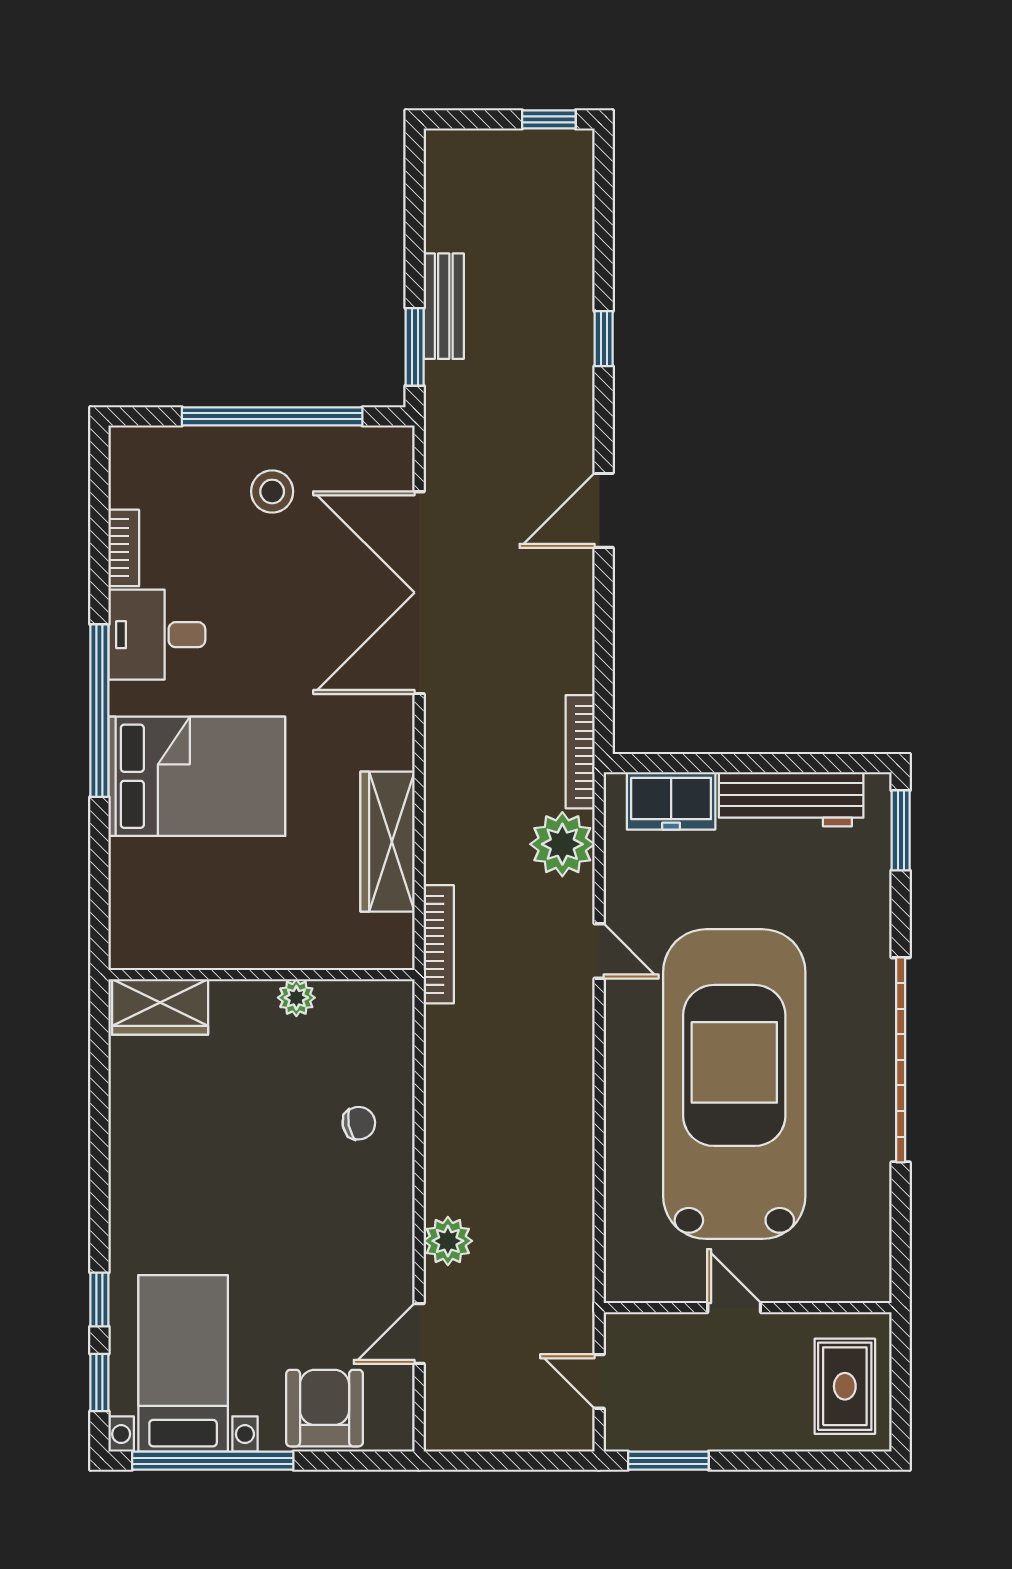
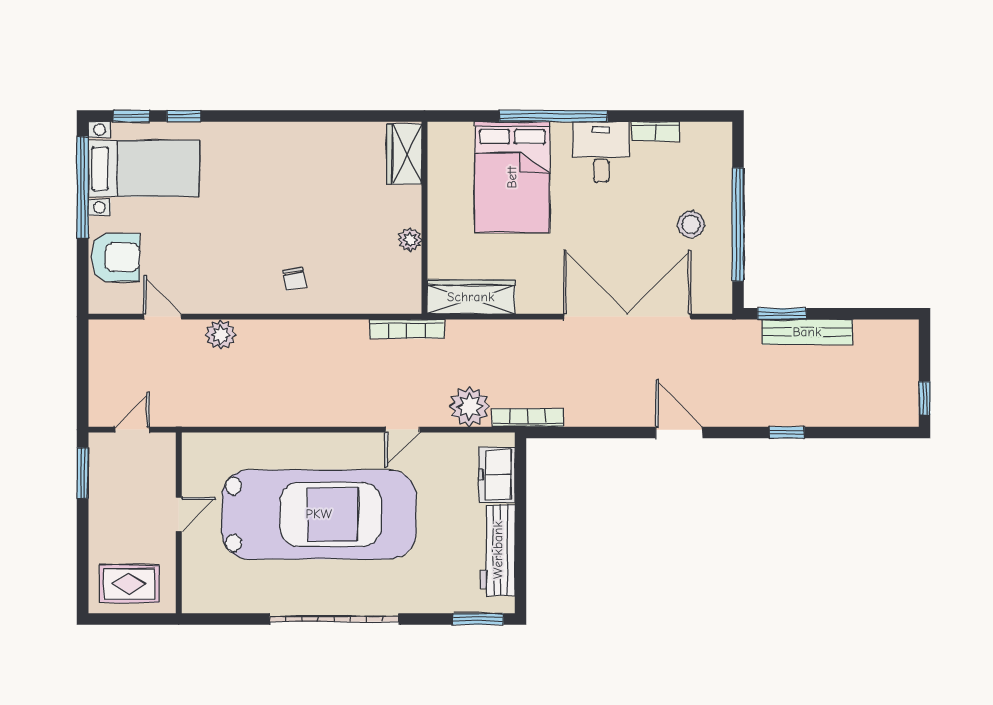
bench: (444, 306) -> (807, 332), width x1.36
wall: (261, 975) -> (424, 218), moved
plant: (296, 998) -> (410, 240), moved
wardrobe: (160, 1007) -> (404, 154), moved

